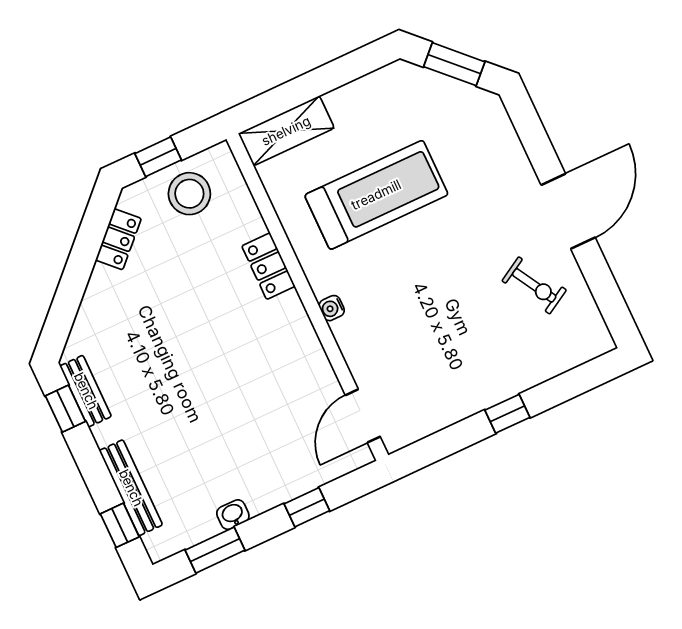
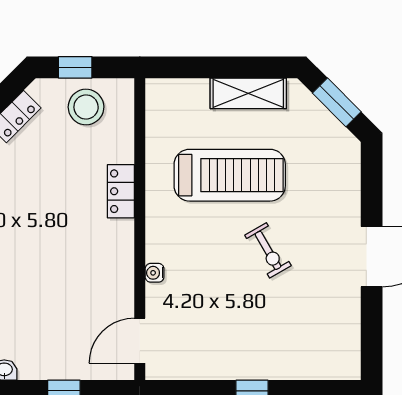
shelving: (286, 131) -> (248, 93), moved
exercise bike: (534, 285) -> (268, 250), moved
water cooler: (332, 308) -> (155, 273), moved

